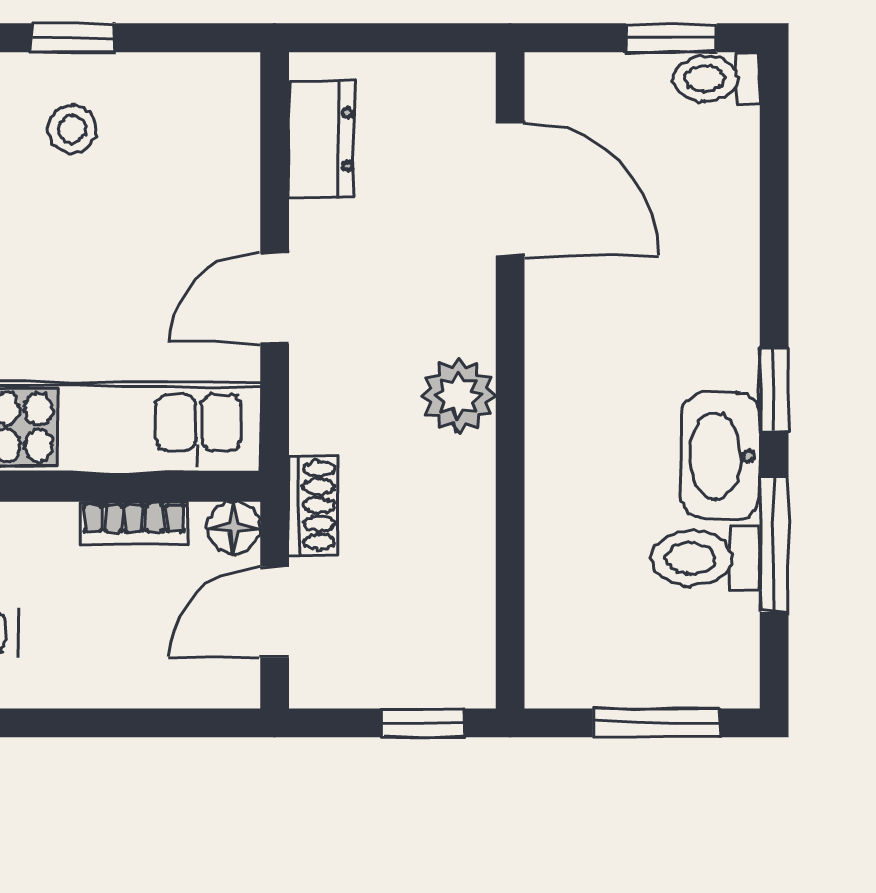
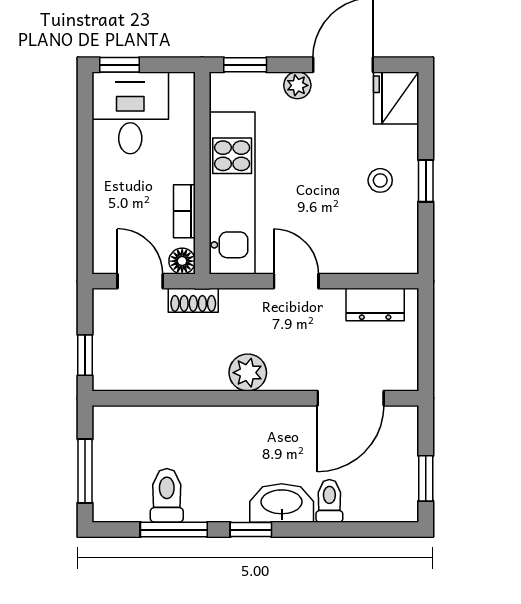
toilet: (717, 79) -> (329, 501), moved
washbasin: (721, 456) -> (282, 503), moved

